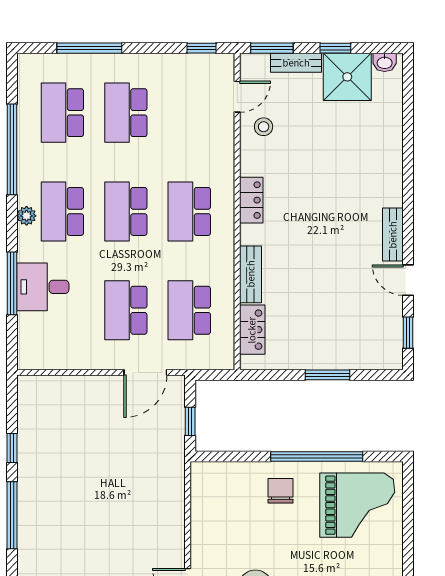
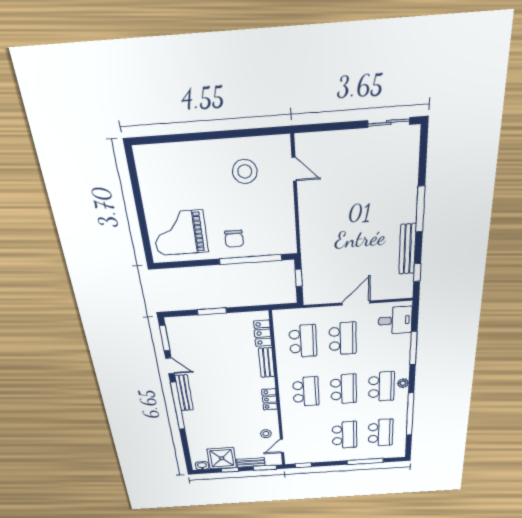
window: (408, 199) -> (178, 406), added
bench: (393, 235) -> (184, 393), width x1.36
desk: (43, 287) -> (395, 320), moved
window: (408, 333) -> (165, 338), width x1.50
door: (145, 372) -> (356, 303), moved
window: (12, 448) -> (417, 272), moved
bench: (28, 456) -> (407, 249), added
window: (317, 456) -> (251, 259), moved

